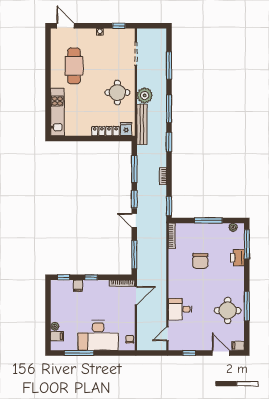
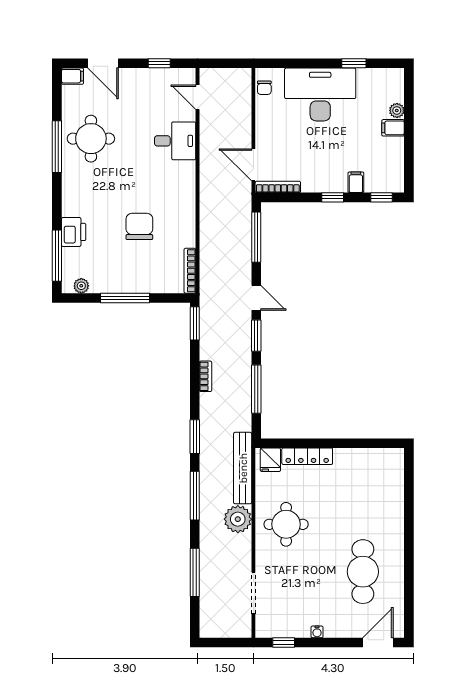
door: (65, 26) -> (378, 642), swing flipped
kitchen unit: (57, 112) -> (392, 490), removed
door: (136, 296) -> (253, 165), hinge flipped
door: (167, 334) -> (198, 97), swing flipped
filing cabinet: (57, 336) -> (393, 128), moved
window: (79, 353) -> (354, 63), width x0.46

